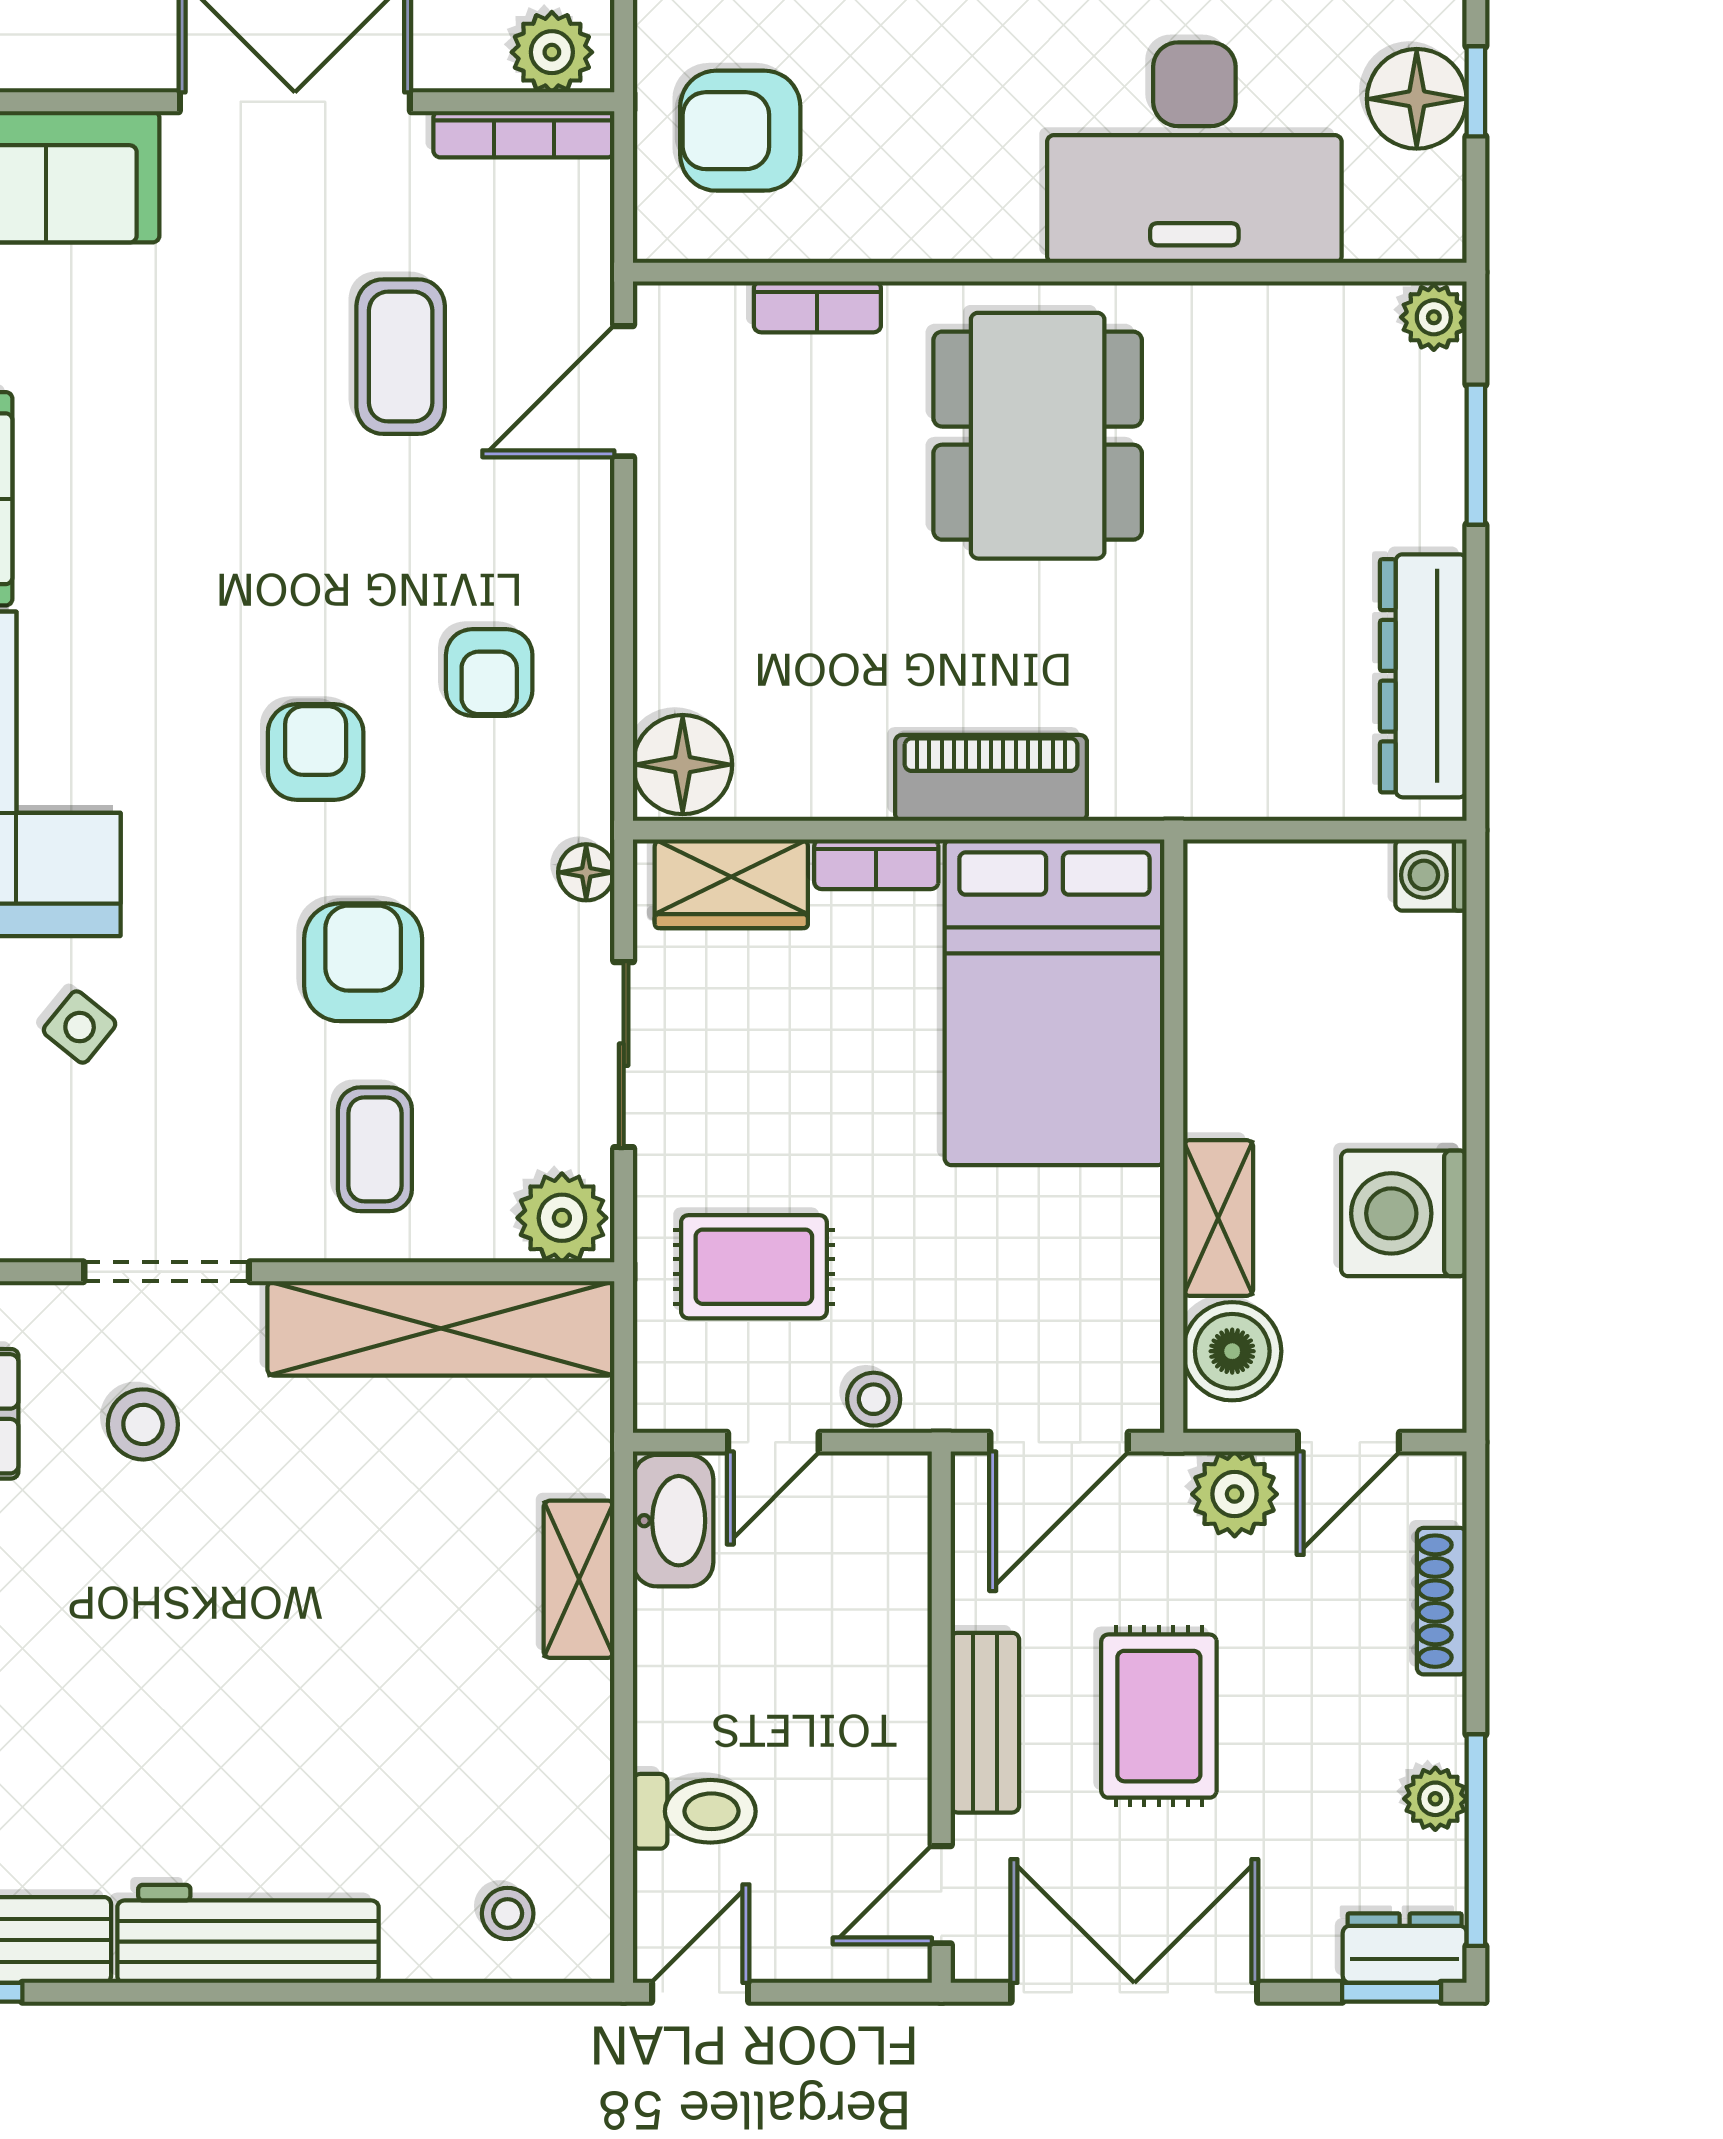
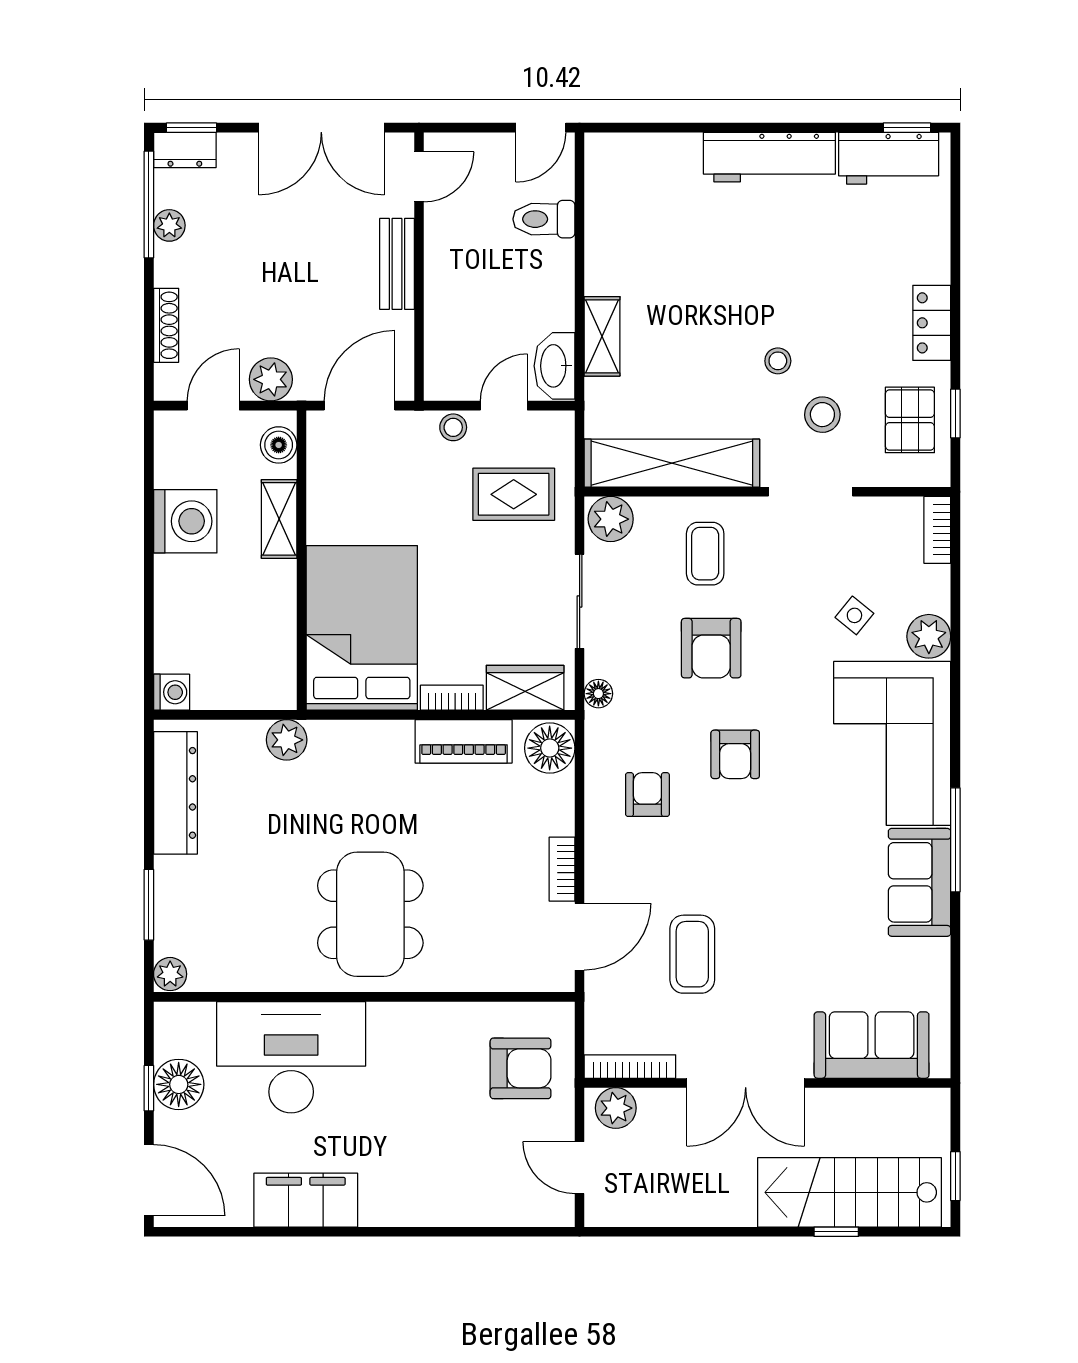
bookcase: (817, 307) -> (562, 869), moved, turned -90
piano: (991, 778) -> (464, 741), moved
plant: (1203, 781) -> (287, 740), added
boiler: (1232, 1351) -> (279, 445), width x0.73, depth x0.73
rug: (1159, 1716) -> (309, 267), removed
stool: (508, 1913) -> (778, 361), moved

